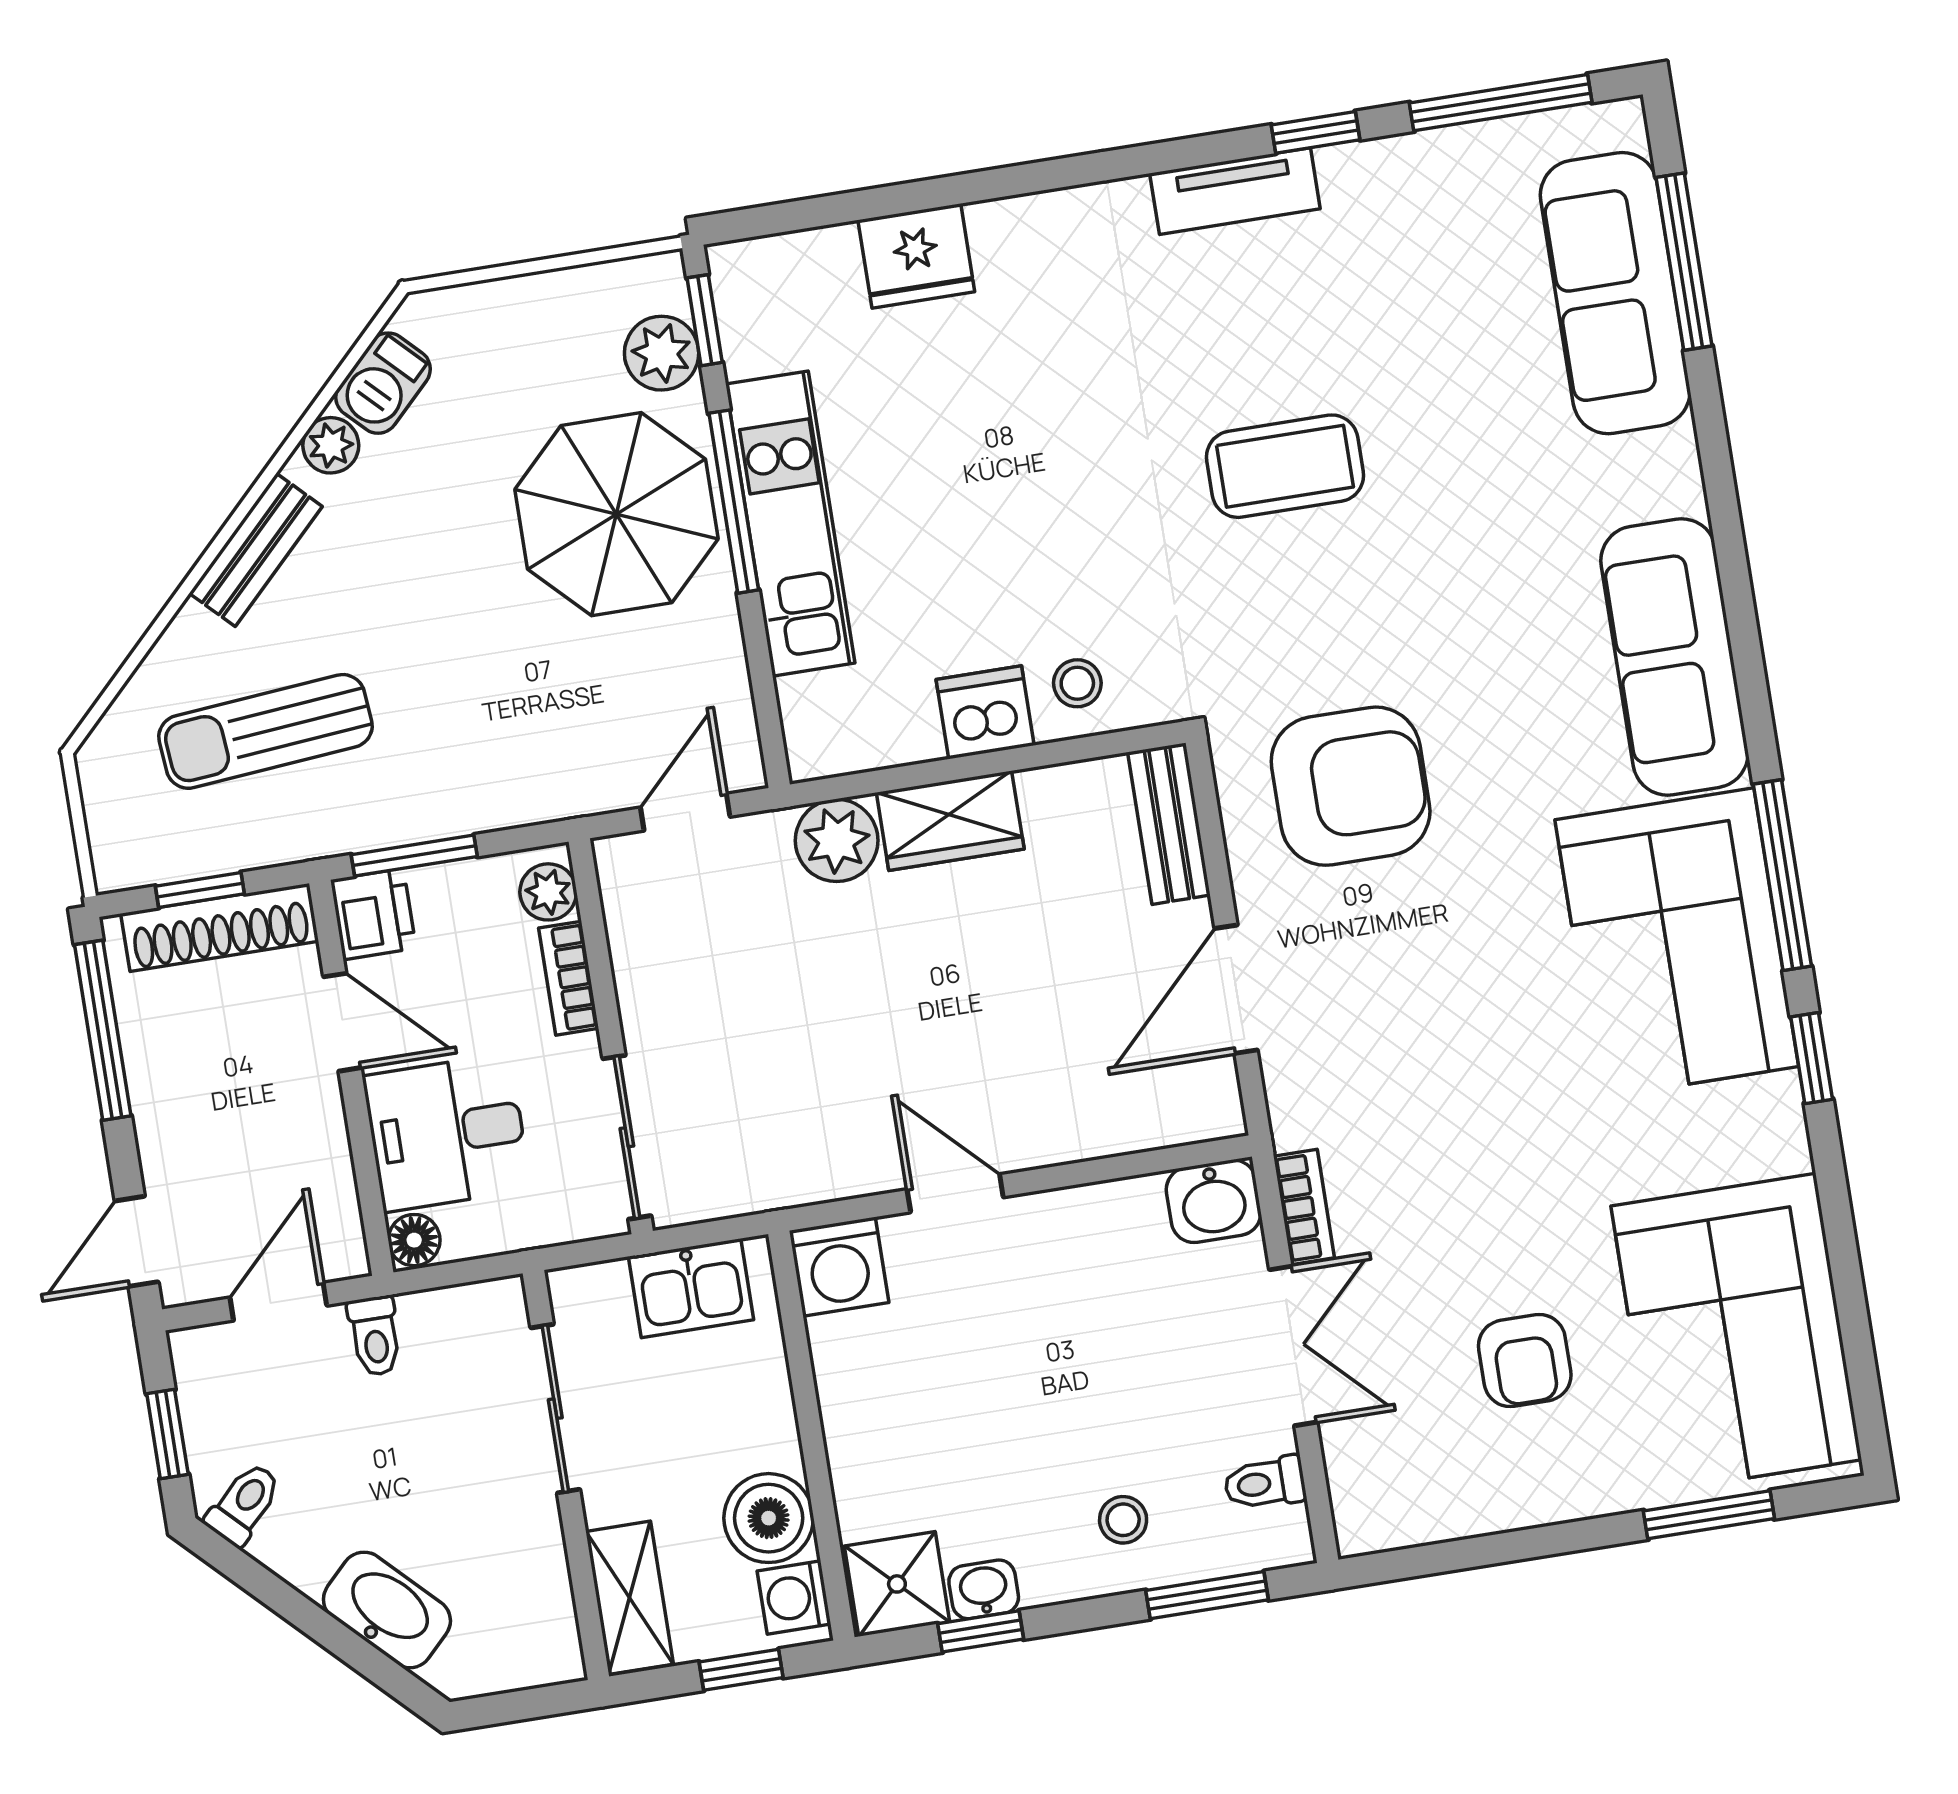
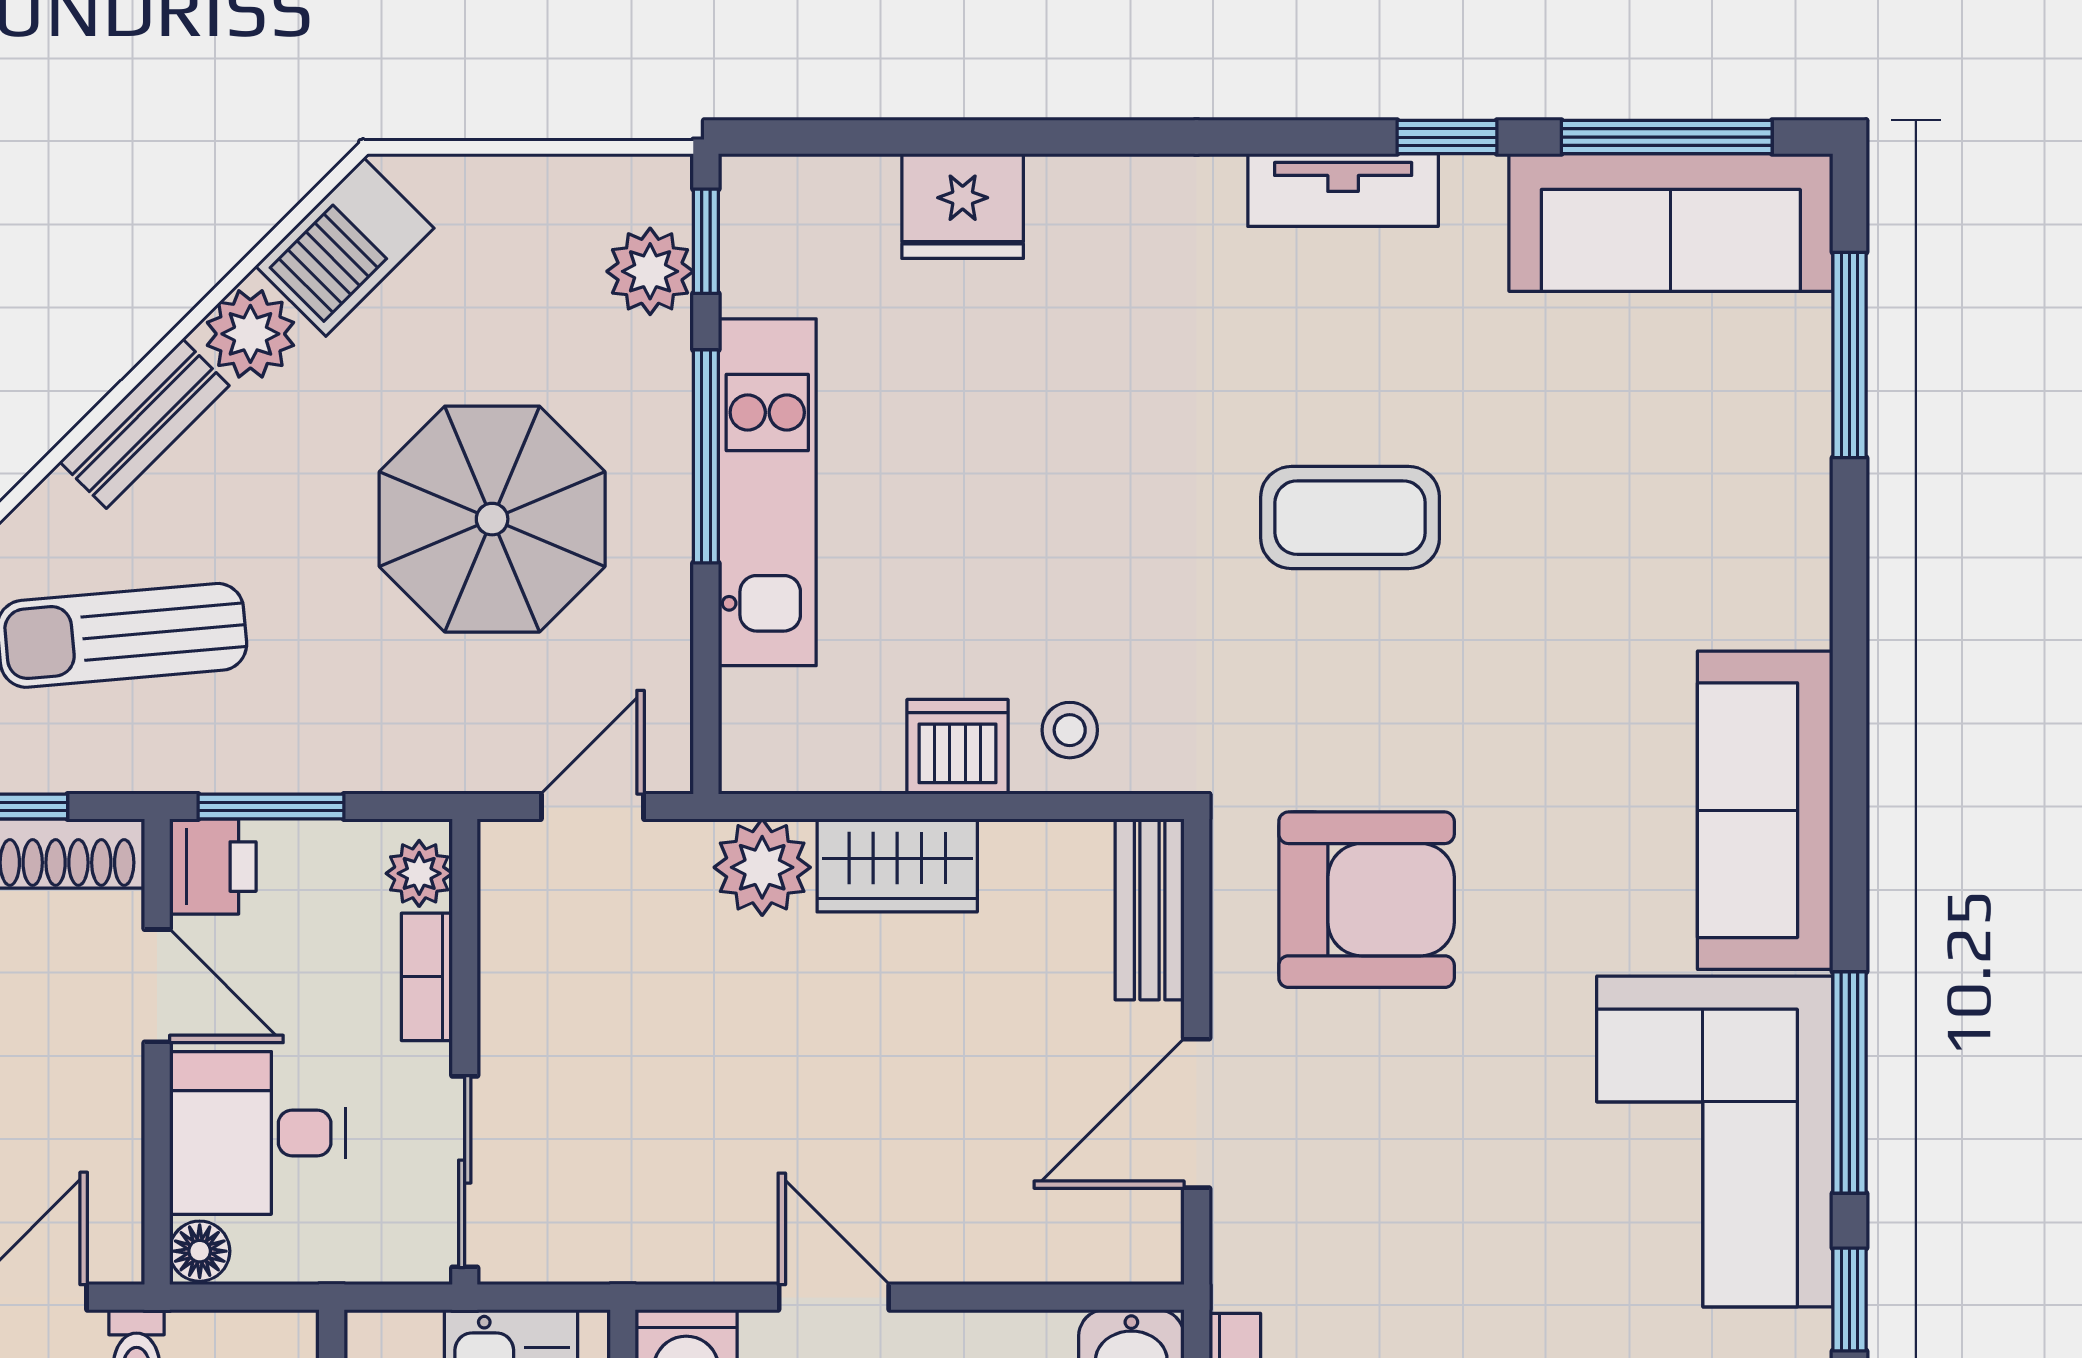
sofa: (1615, 293) -> (1671, 222), moved, turned -90
barbecue: (383, 383) -> (345, 247), width x1.38, depth x1.27
plant: (331, 445) -> (250, 334), width x1.38, depth x1.38
parasol: (616, 514) -> (492, 519), moved

